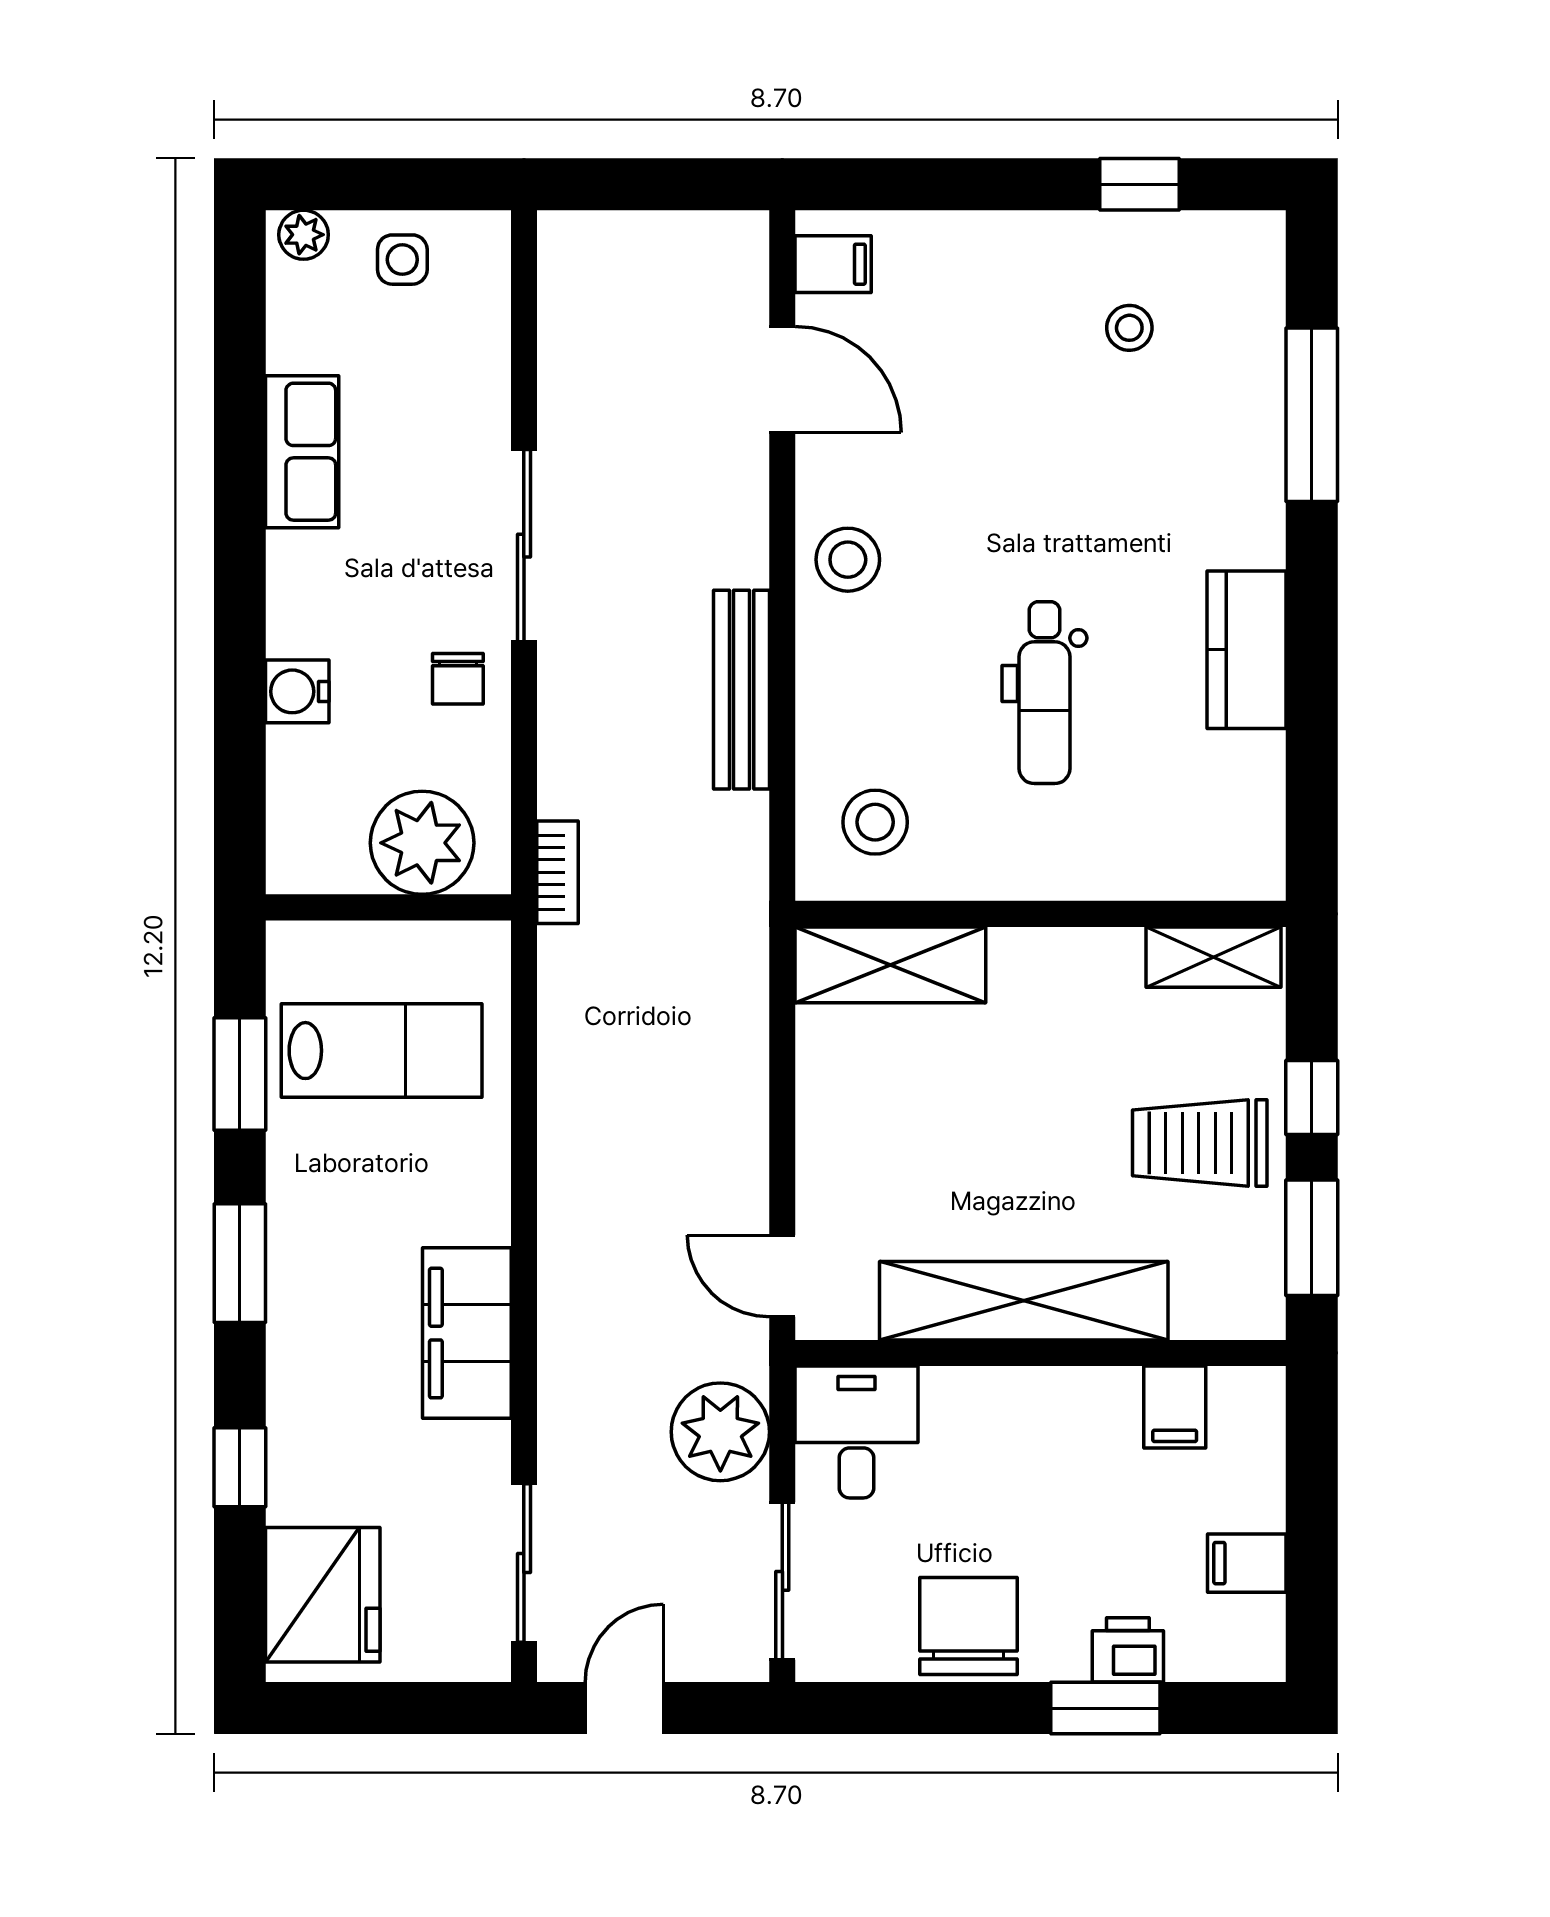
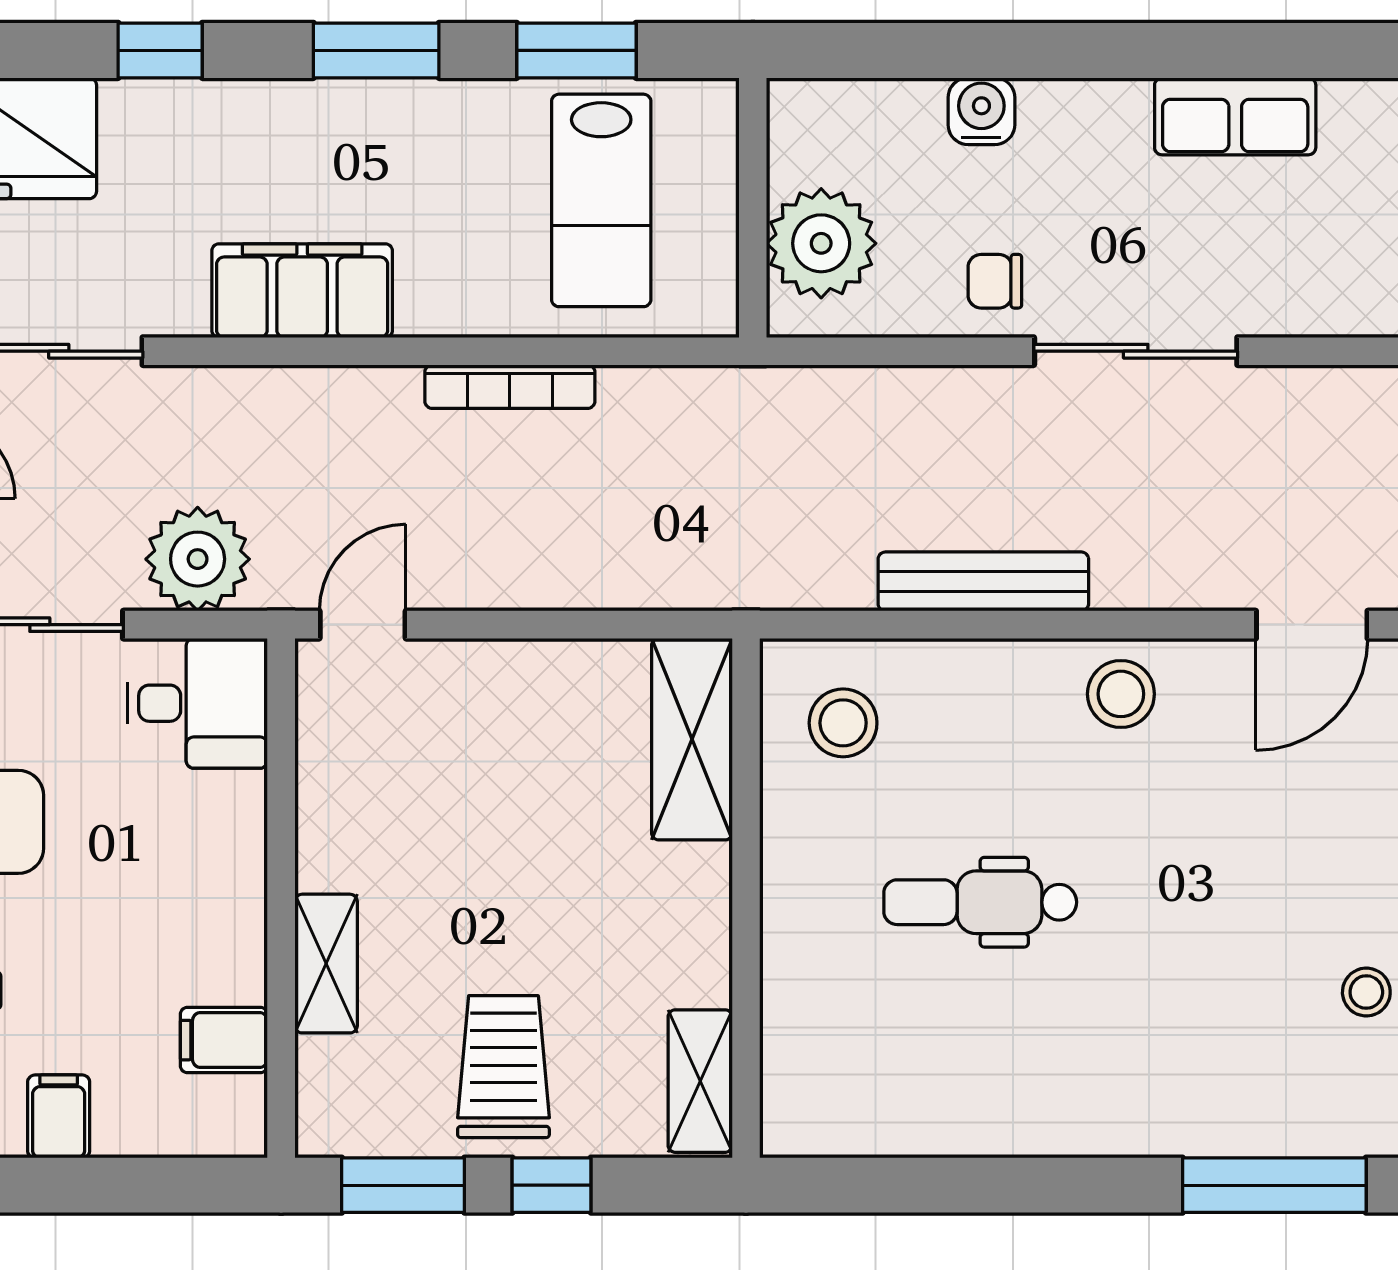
kitchen counter: (1247, 650) -> (1026, 1116), removed
bookcase: (557, 872) -> (510, 387), moved, width x1.56
shelving: (1024, 1301) -> (326, 964), width x0.45, depth x0.75

